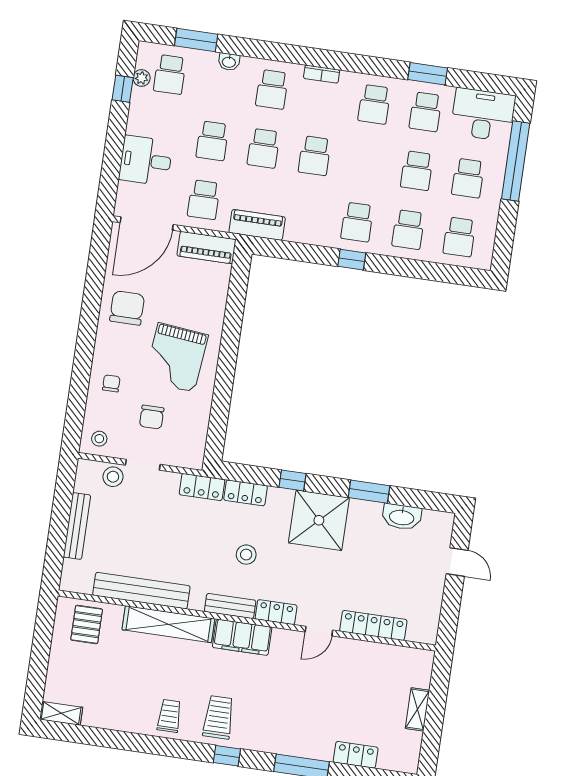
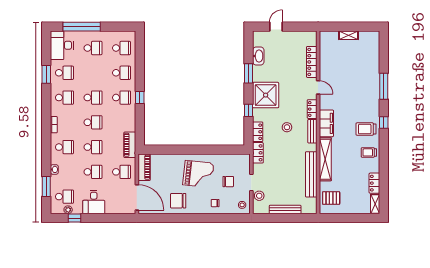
desk: (146, 161) -> (94, 202), moved
school desk: (417, 171) -> (93, 98), moved
locker: (356, 755) -> (374, 183), moved

